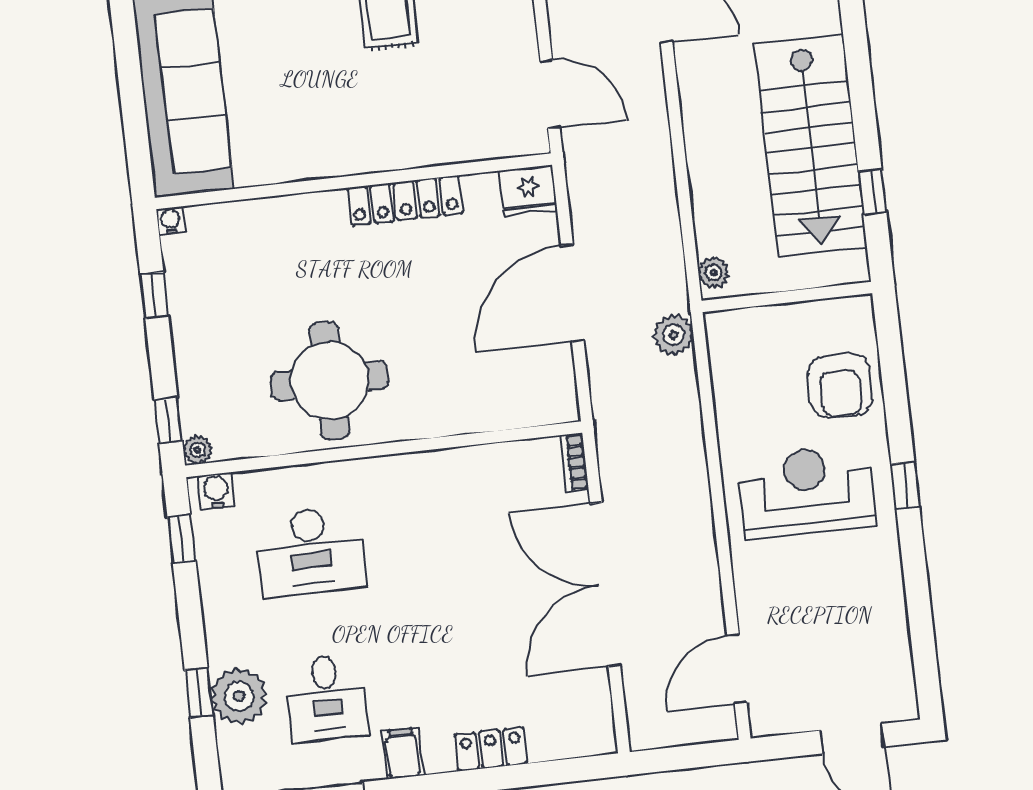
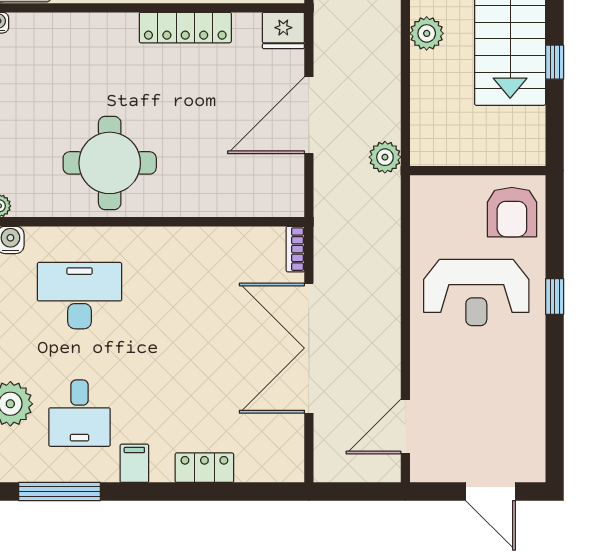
plant: (714, 273) -> (427, 33), moved, width x1.38, depth x1.38
wall: (787, 297) -> (478, 171), moved
reception desk: (807, 491) -> (476, 293), turned 180
desk: (310, 551) -> (80, 296), turned 180

